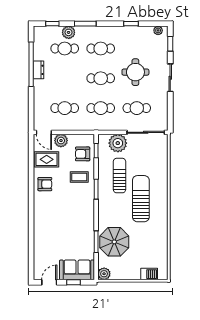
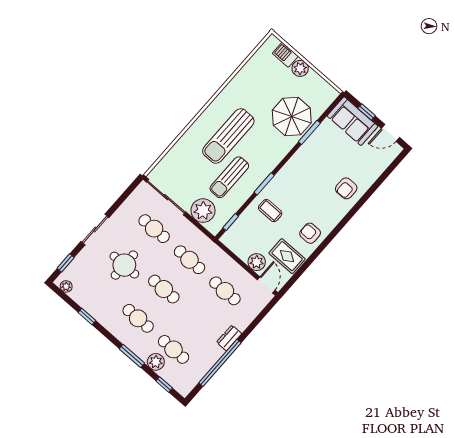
dresser: (39, 70) -> (229, 338), moved
armchair: (83, 154) -> (346, 188), moved, turned 90
plant: (104, 274) -> (300, 68), moved

